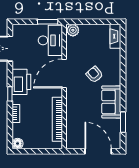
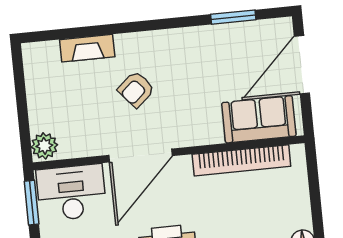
fireplace: (115, 36) -> (87, 48), moved
door: (64, 74) -> (141, 156), hinge flipped
sofa: (111, 102) -> (259, 119), moved, turned 180

